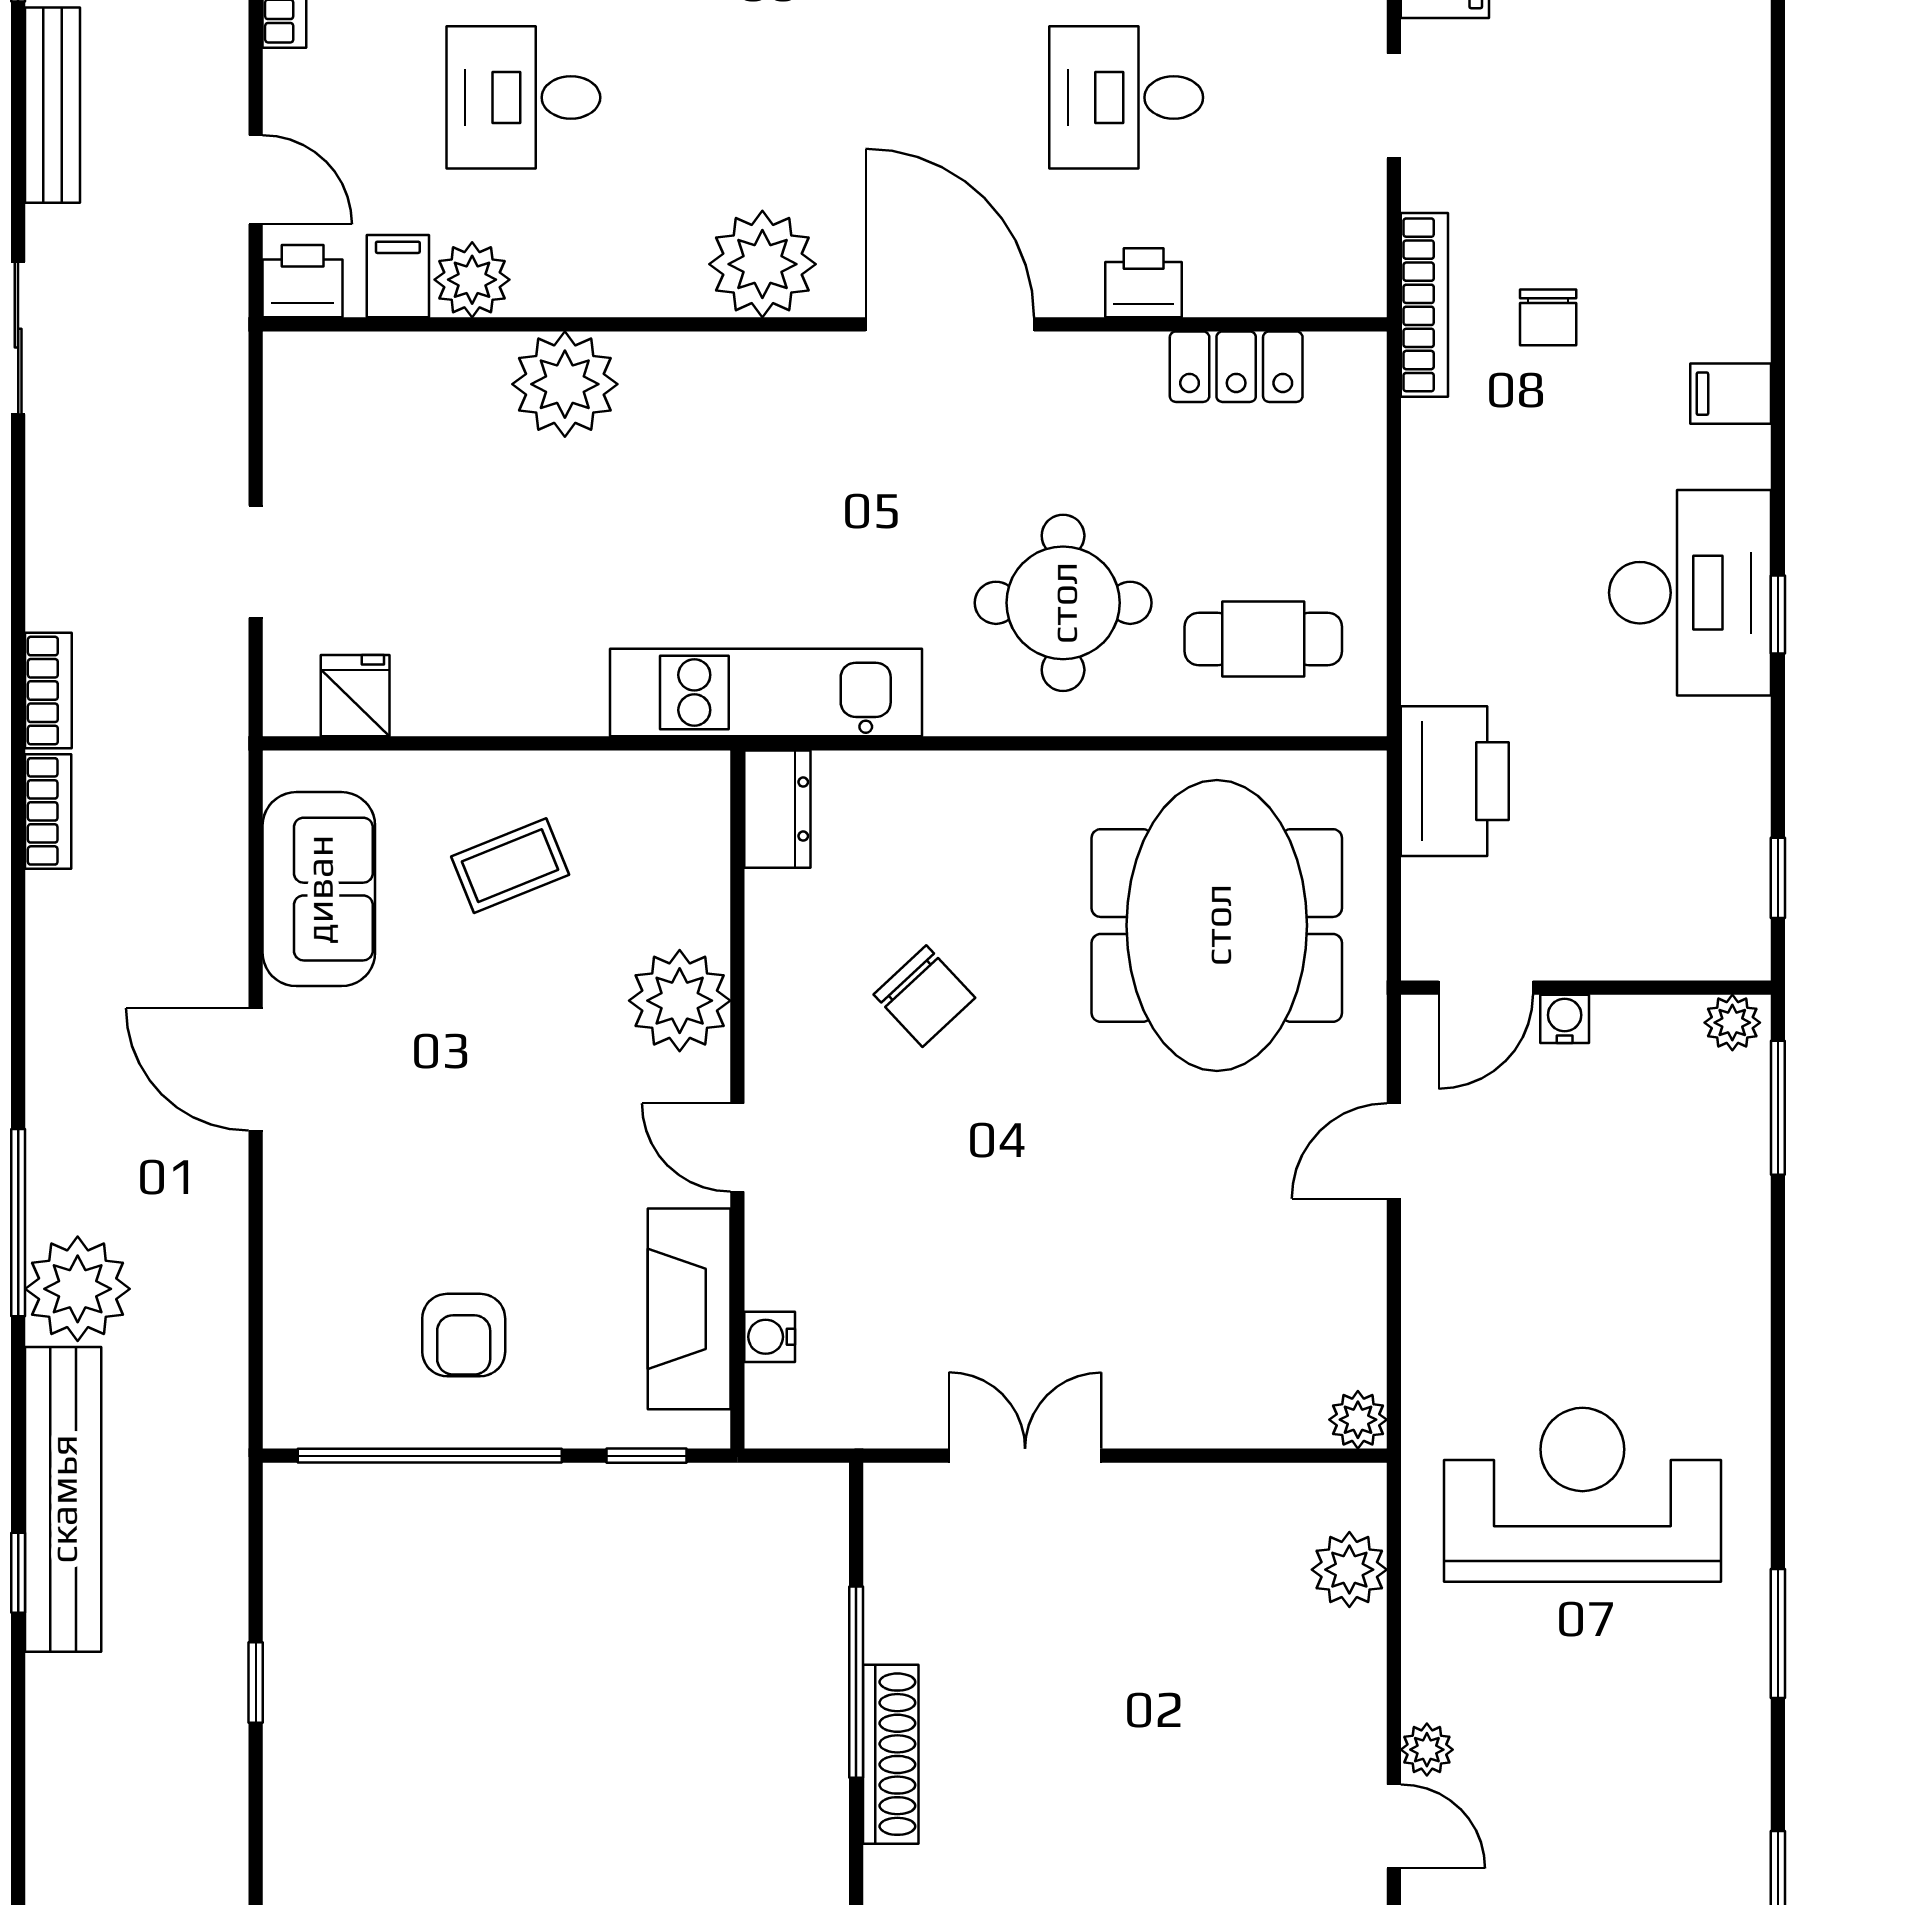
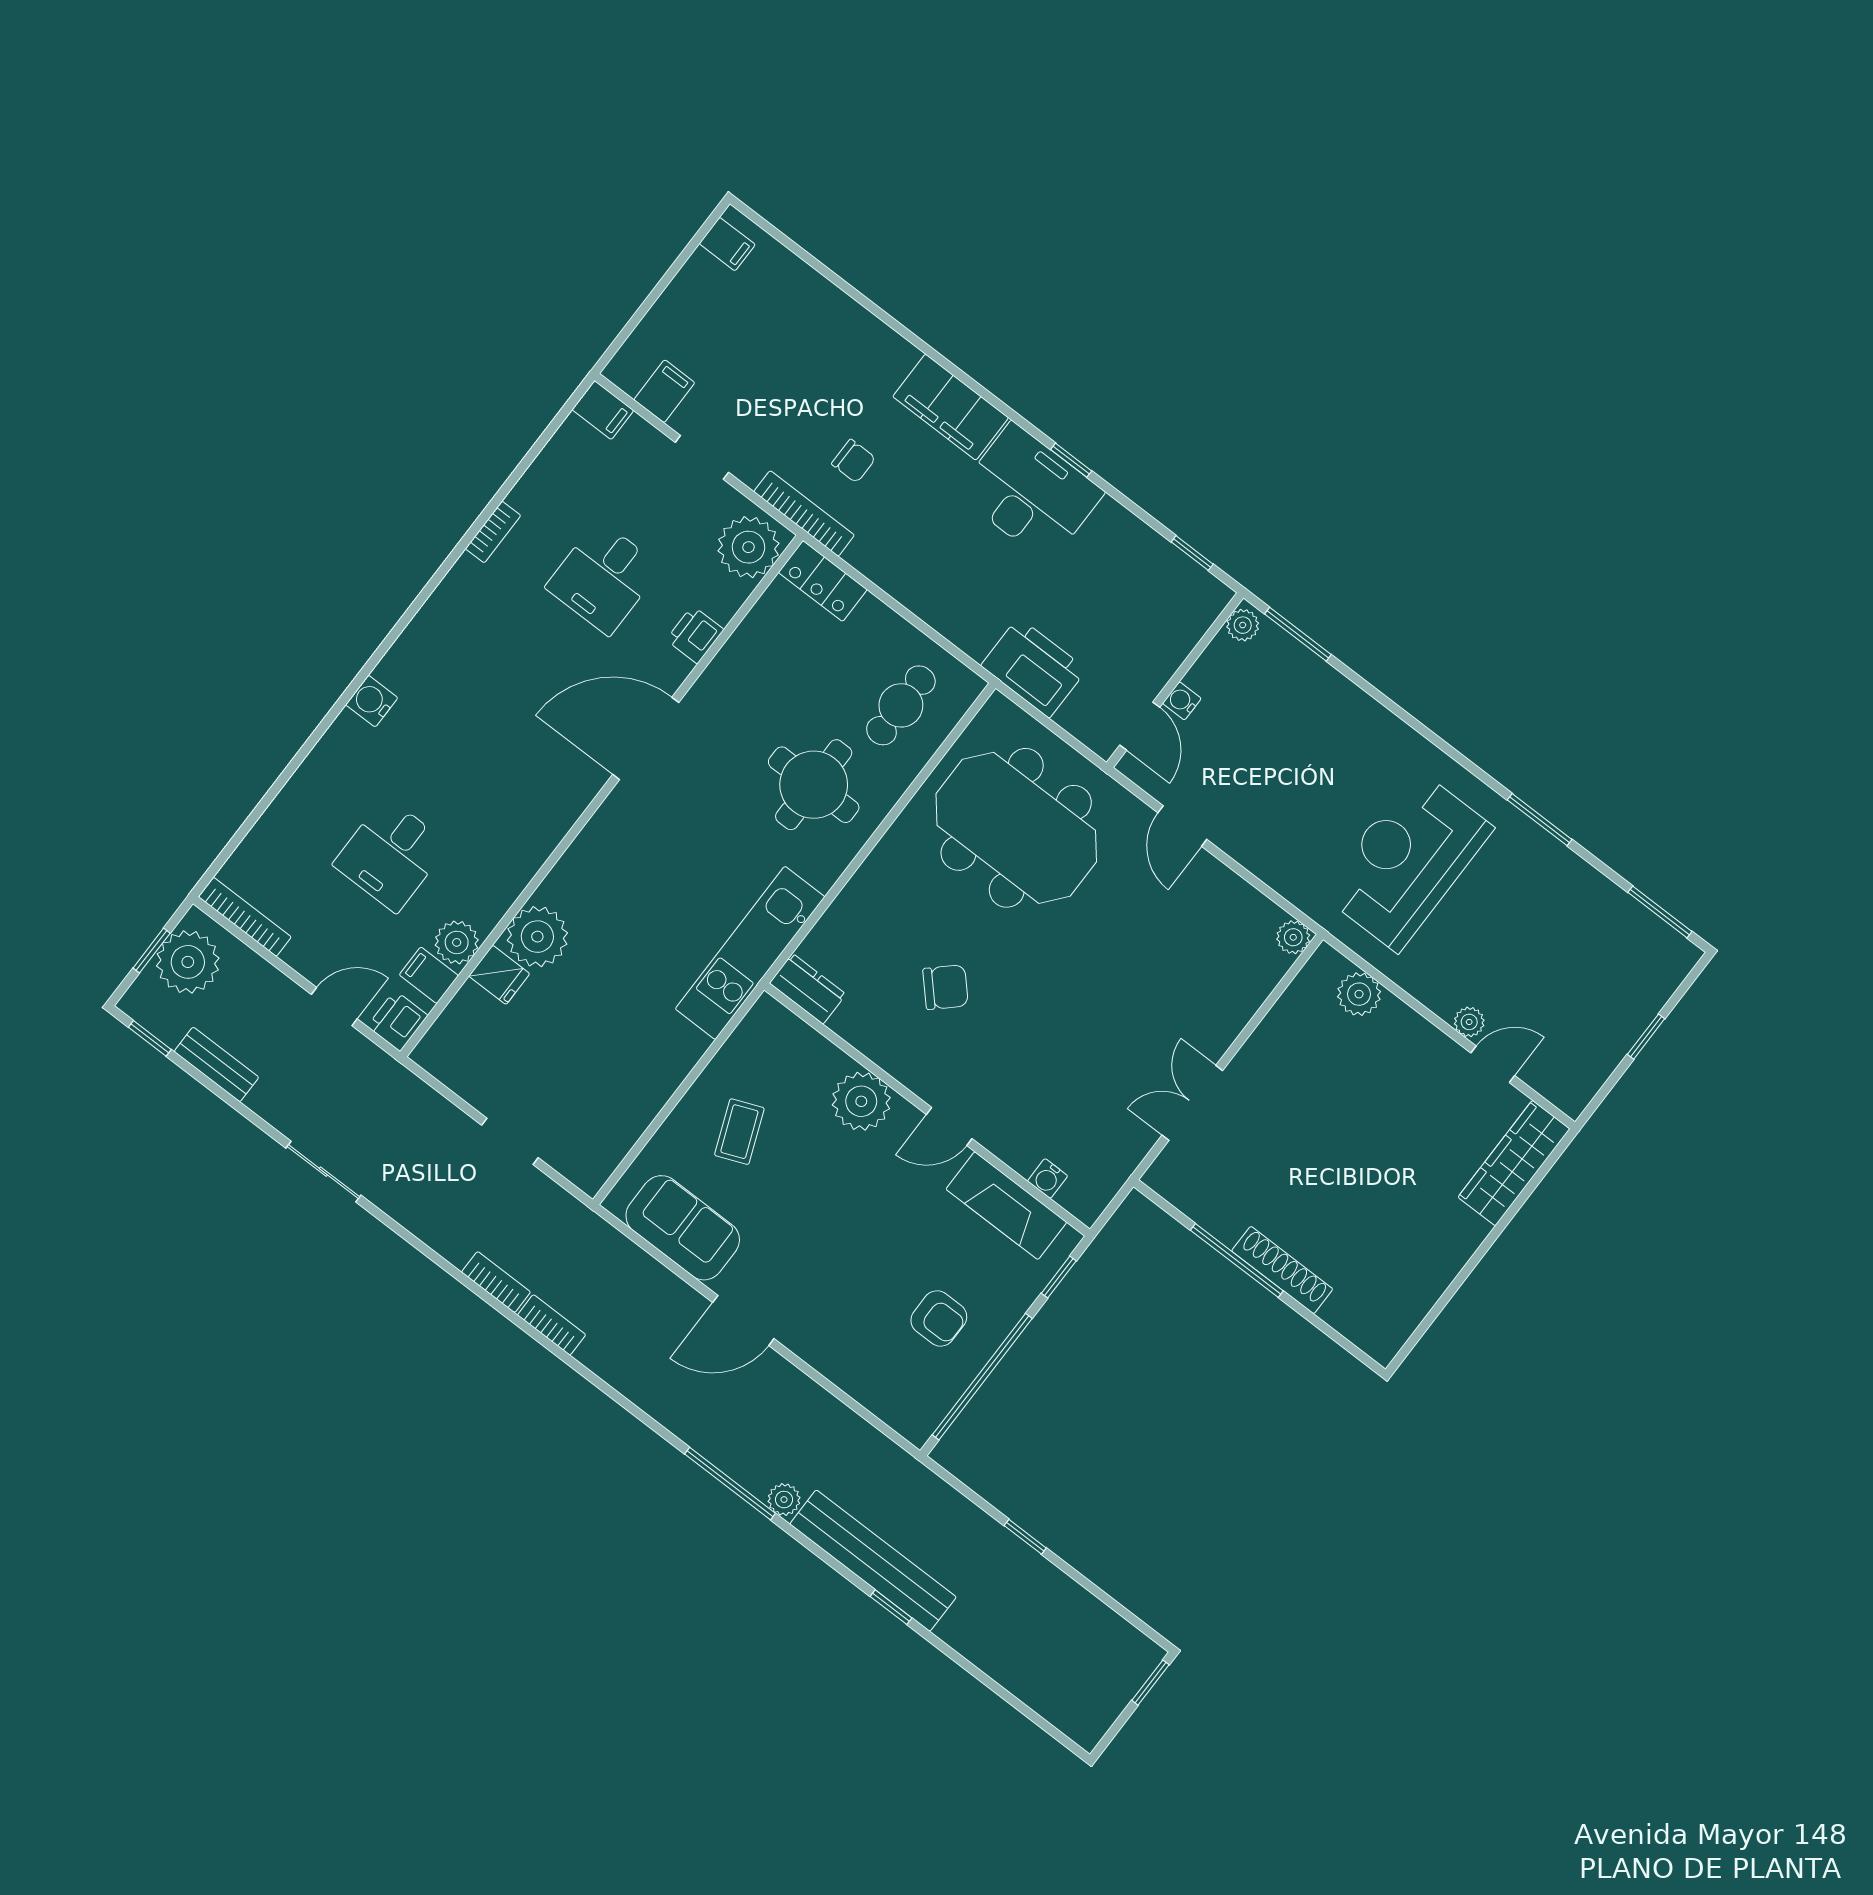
bench: (53, 105) -> (216, 1064), width x0.73
plant: (762, 264) -> (748, 547), moved
locker: (1236, 367) -> (823, 581), moved, turned 90
filing cabinet: (1731, 394) -> (951, 407), width x3.00, depth x1.17
fridge: (355, 696) -> (499, 975), moved, turned 180
plant: (78, 1289) -> (784, 1500), width x0.53, depth x0.53

